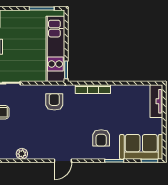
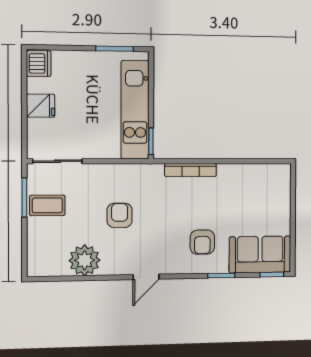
tv unit: (156, 101) -> (282, 188), removed
armchair: (54, 102) -> (120, 215), moved
plant: (22, 154) -> (85, 260), width x1.88, depth x1.88

